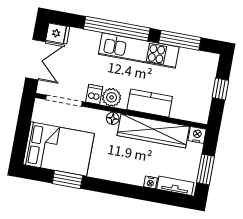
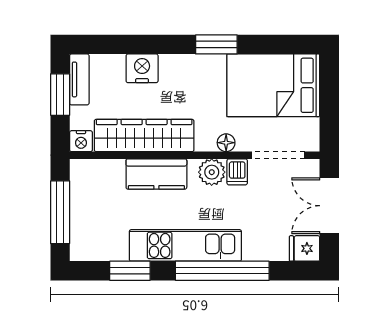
window: (180, 40) -> (130, 271), width x0.69
window: (220, 89) -> (60, 212), width x2.17
floor lamp: (113, 118) -> (226, 143), moved
window: (67, 180) -> (216, 44), moved
nightstand: (151, 182) -> (142, 68), width x1.89, depth x1.79
tv unit: (175, 186) -> (79, 79), moved, turned -90

